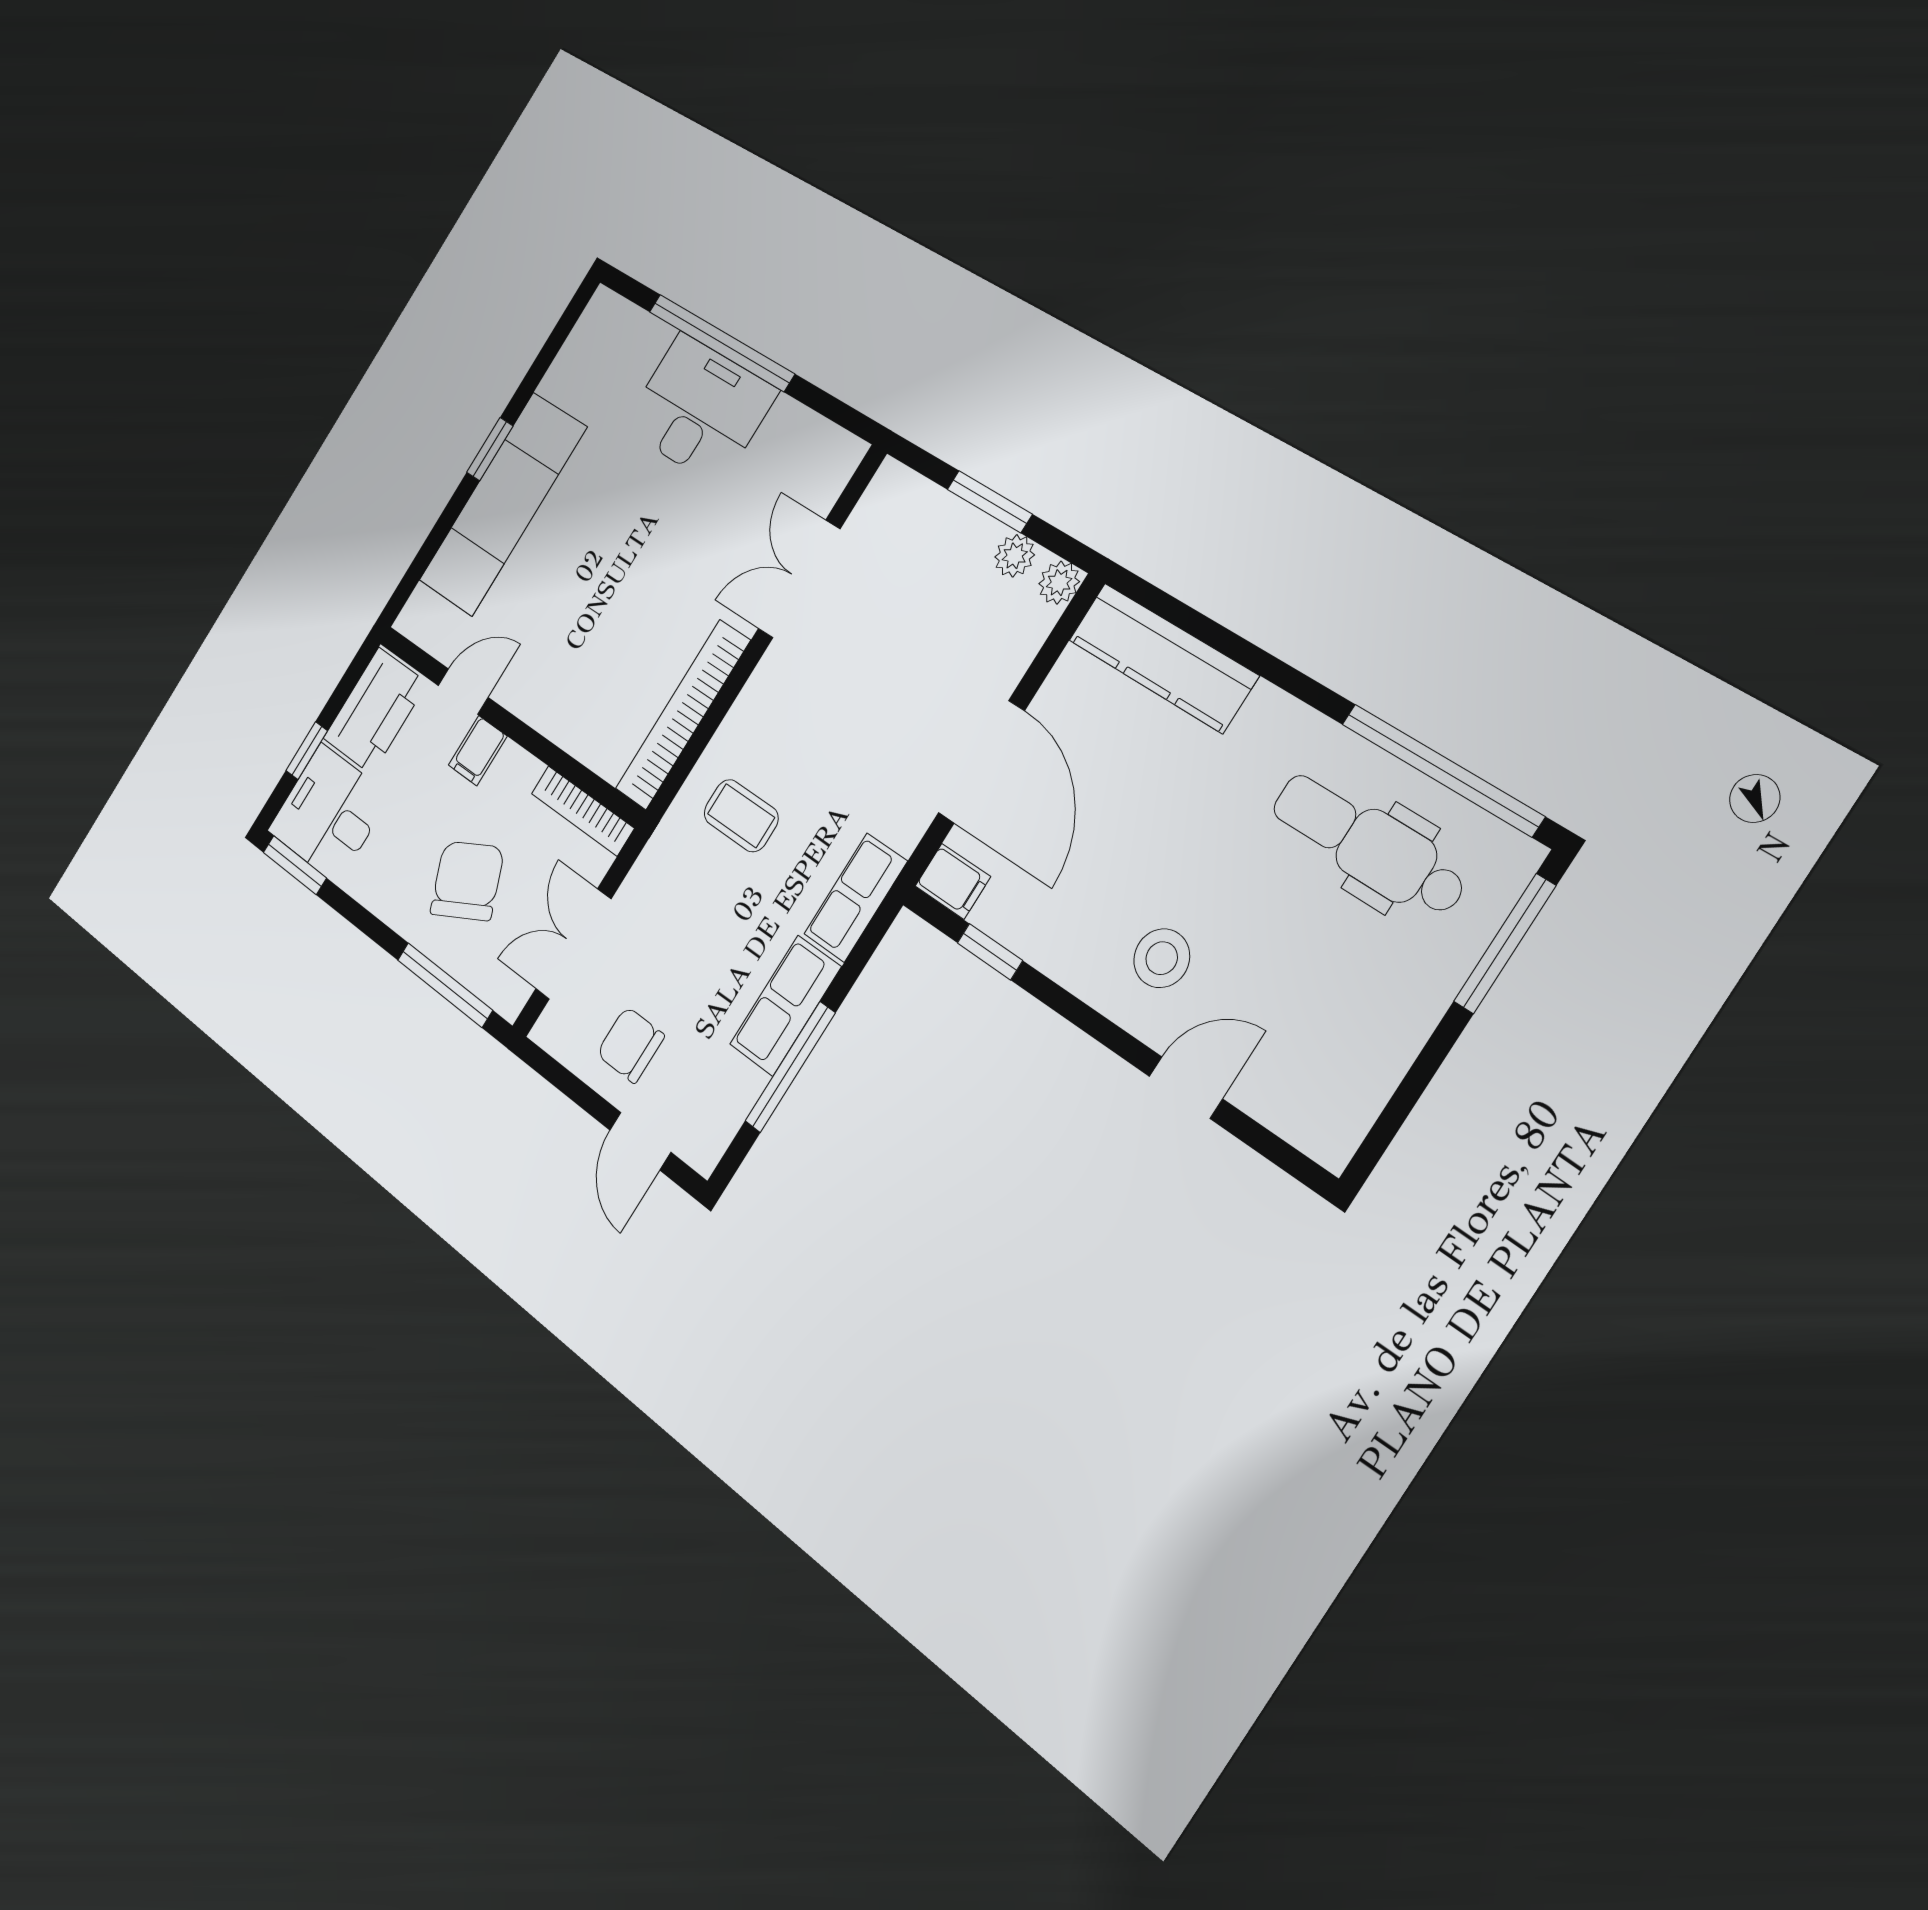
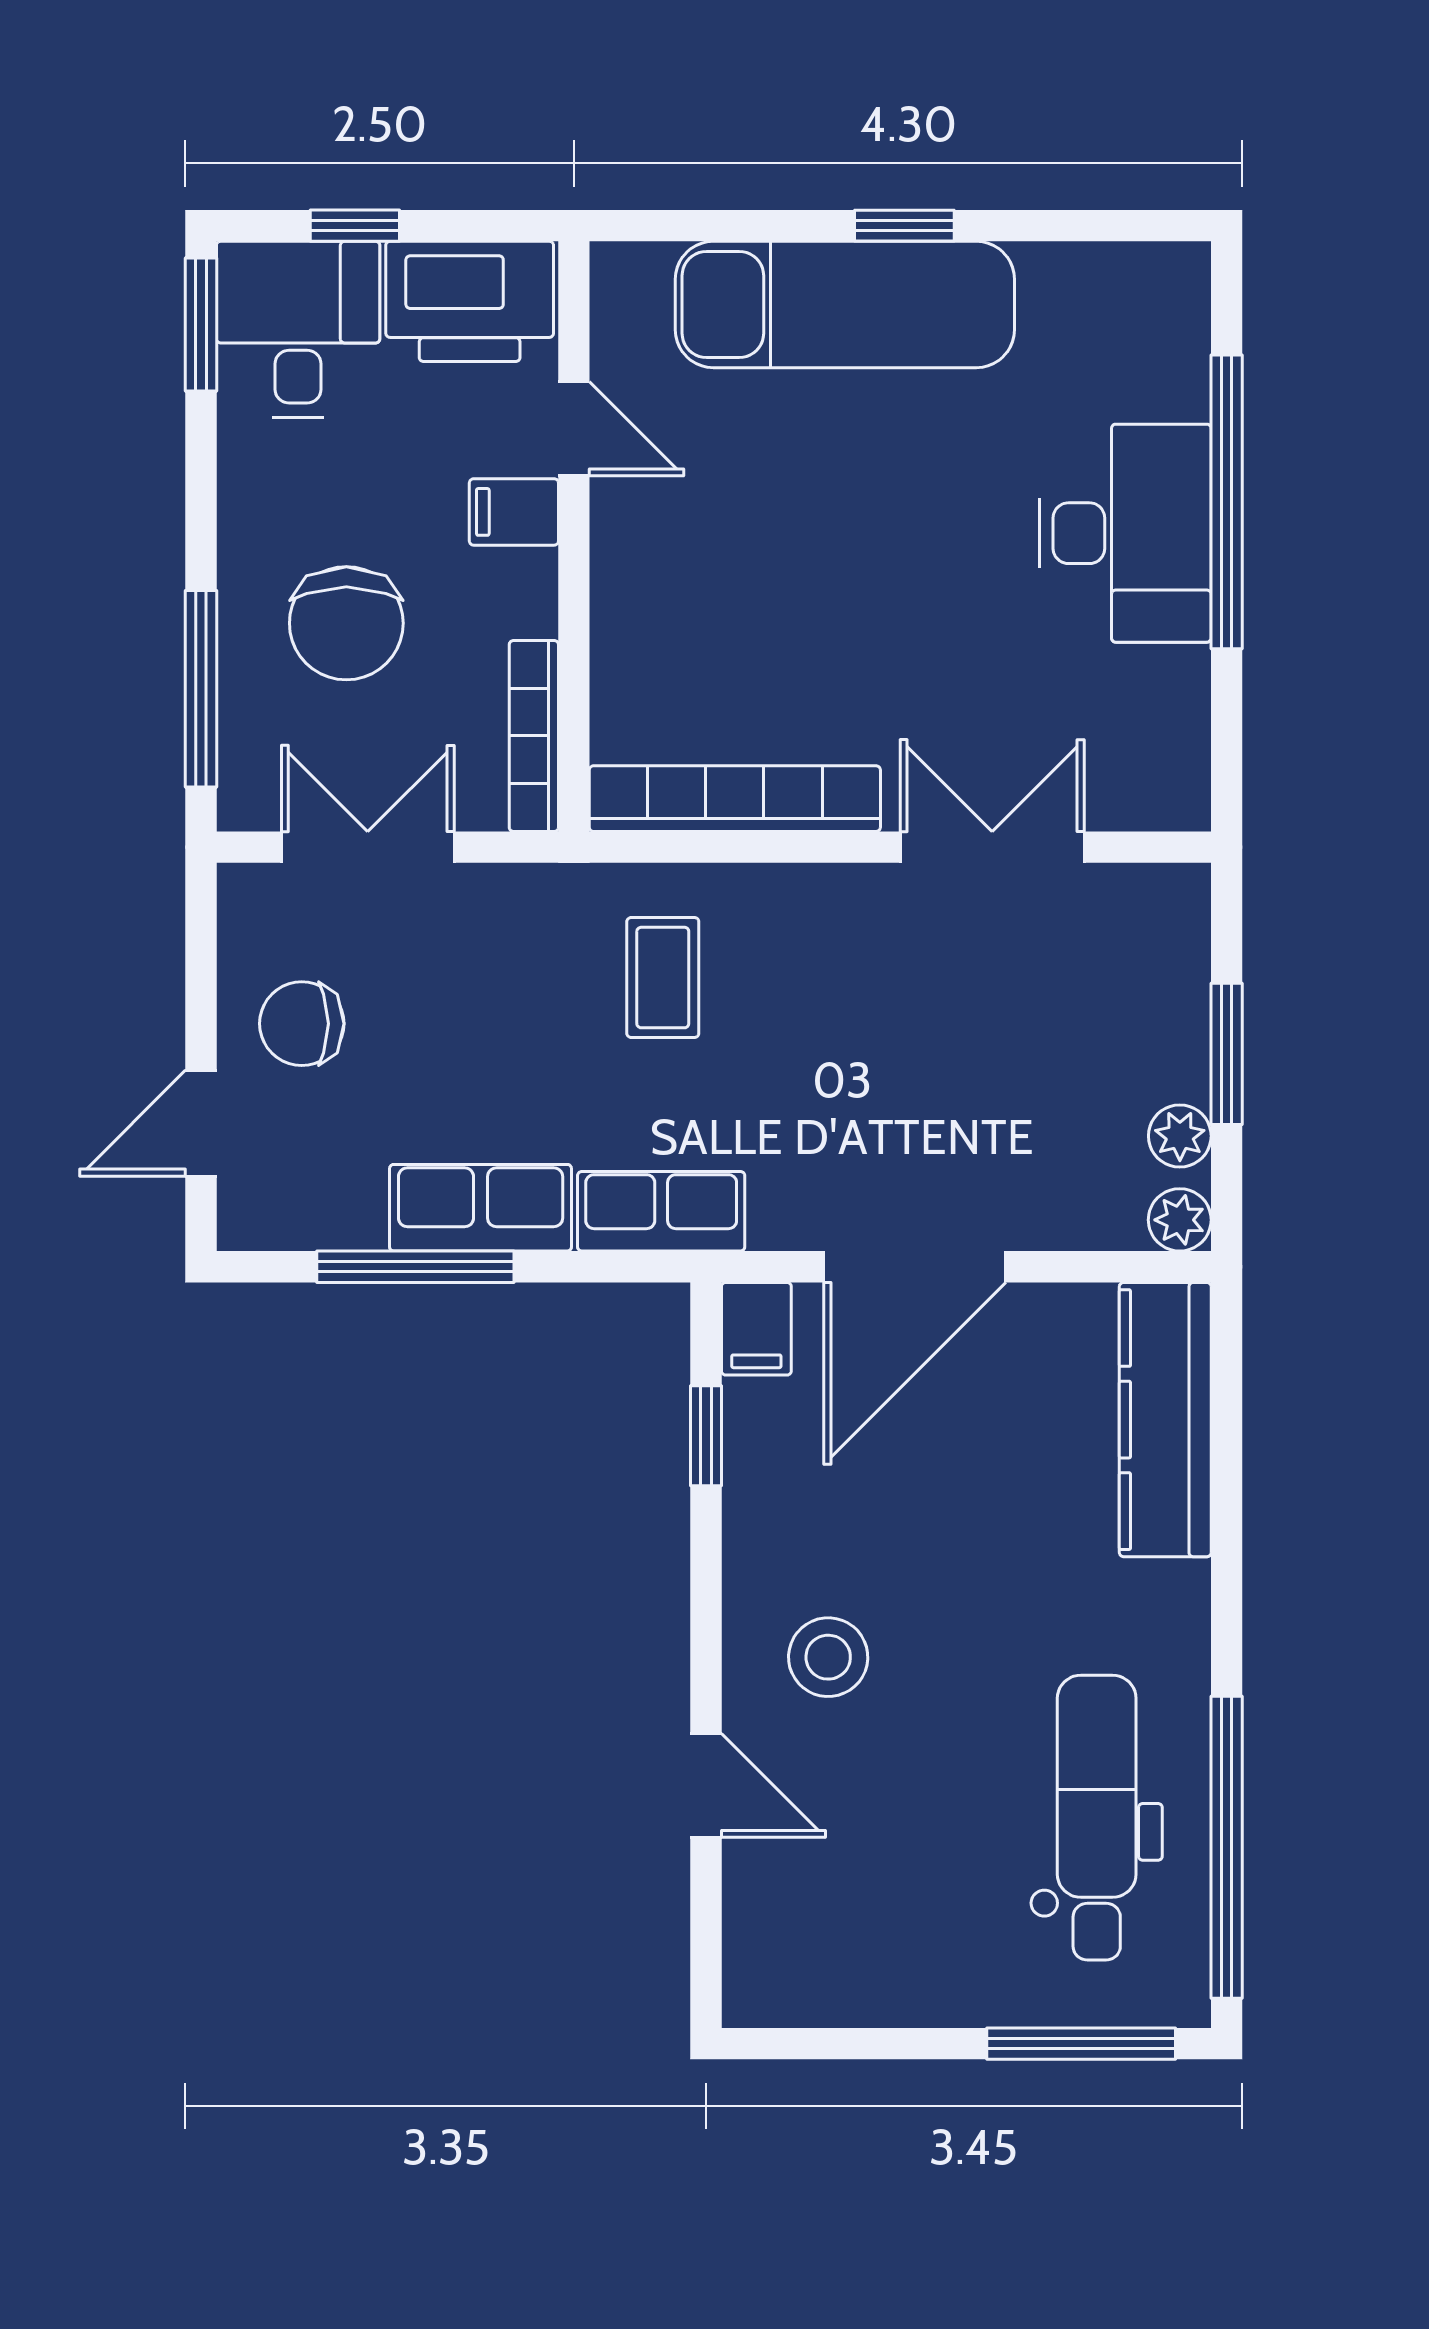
chair: (467, 881) -> (346, 623), turned 115
chair: (630, 1045) -> (302, 1024), turned -90

